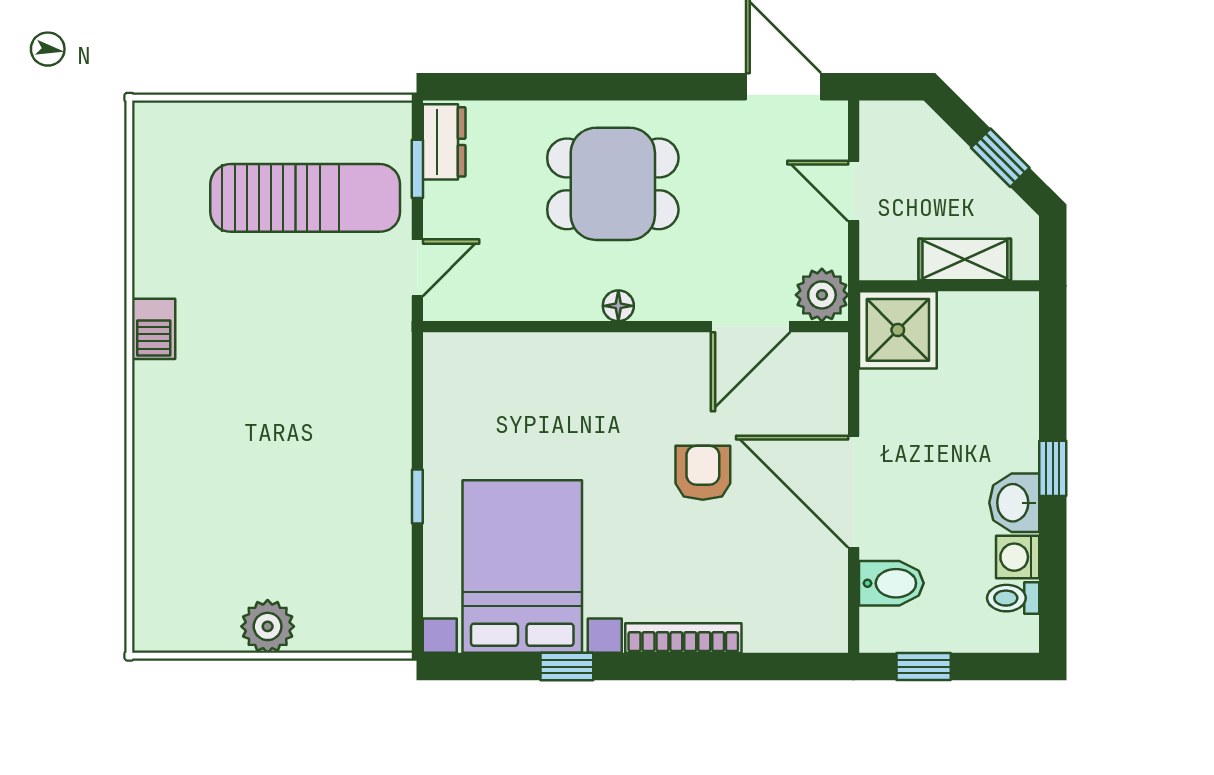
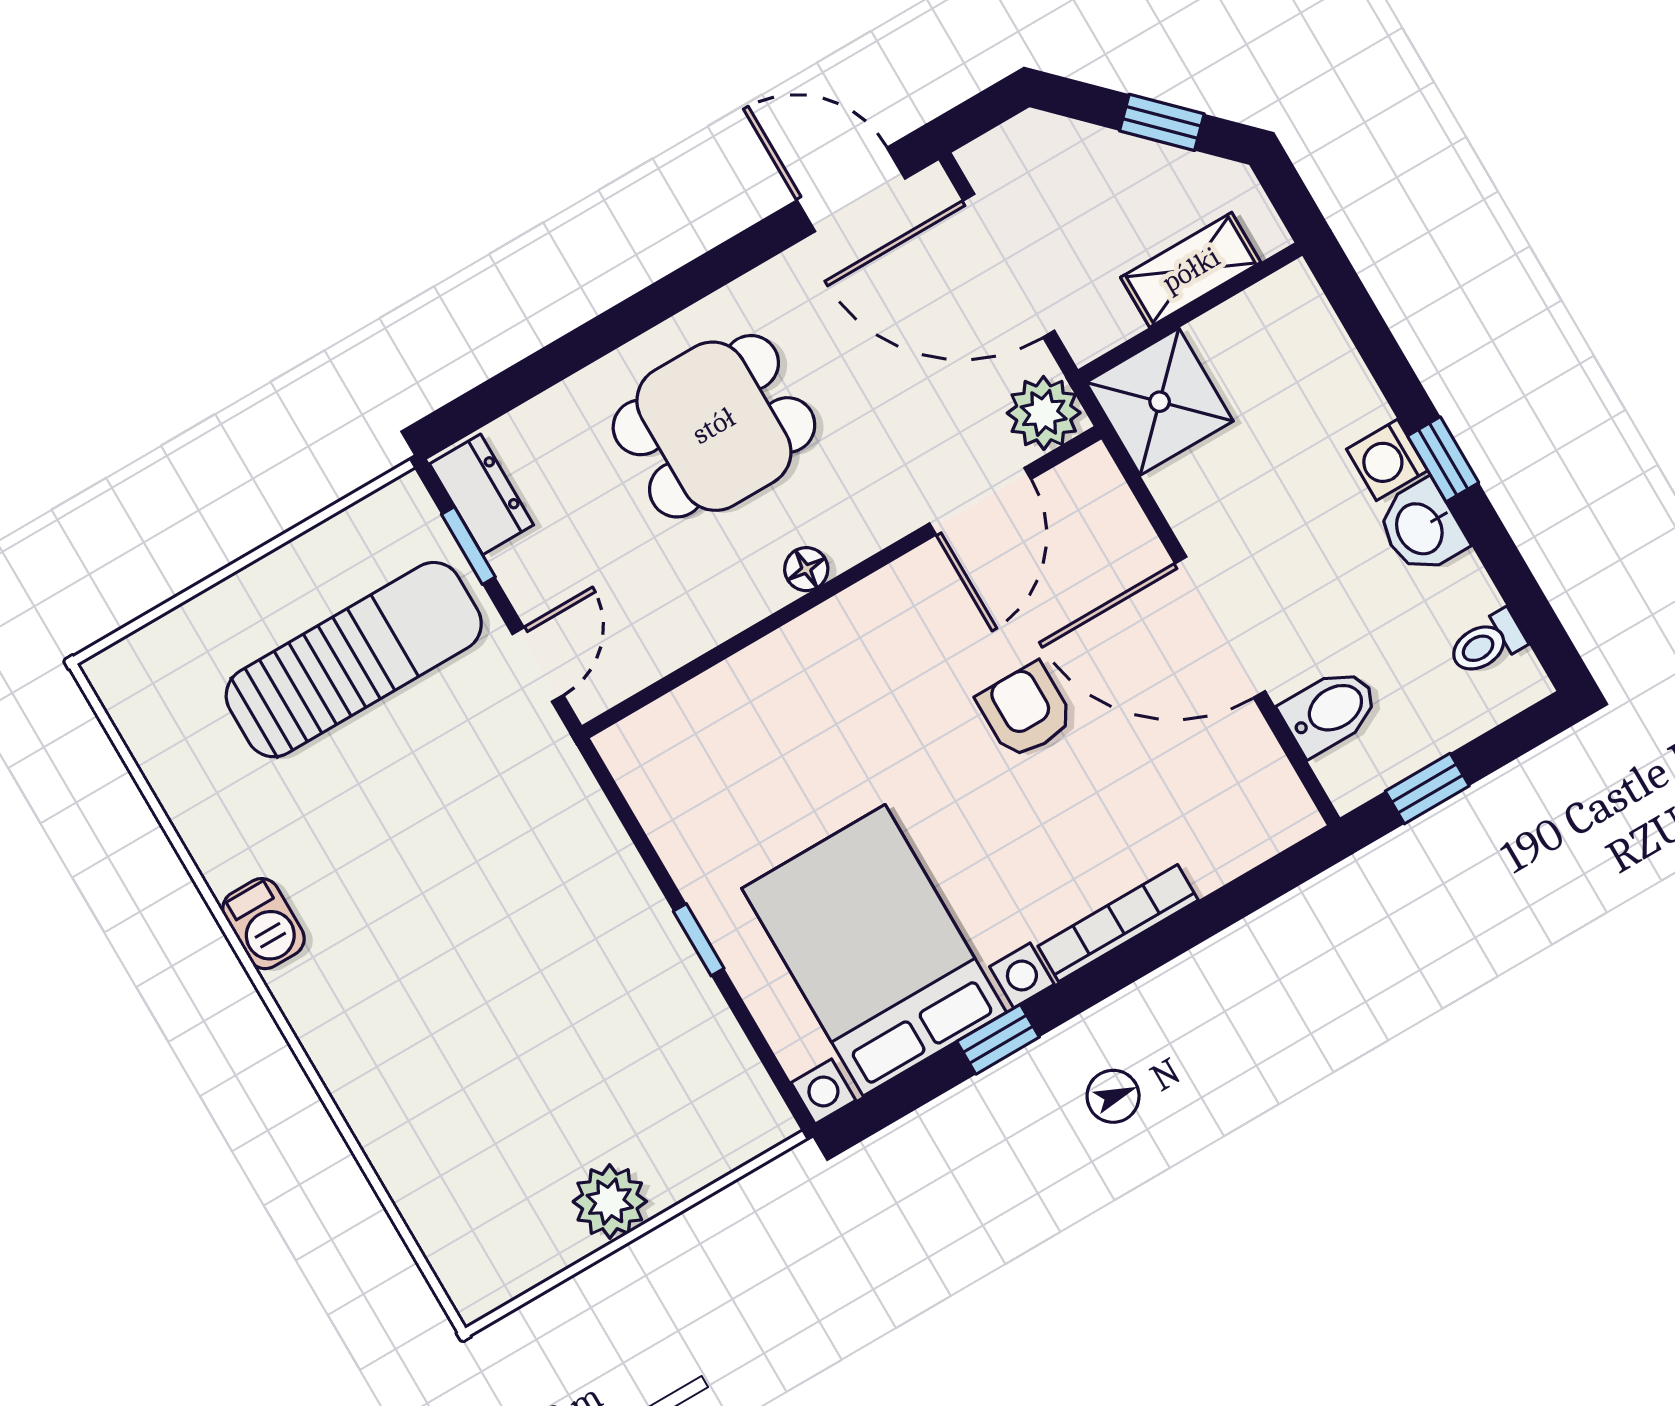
door: (854, 191) -> (1009, 266), width x1.88
washing machine: (1018, 557) -> (1387, 460), moved

